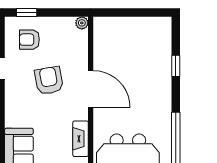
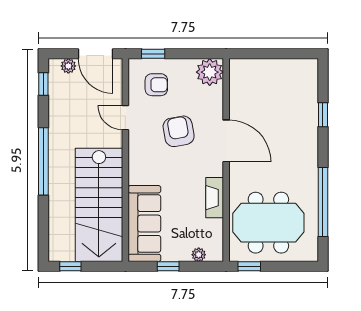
plant: (82, 23) -> (210, 72), width x1.87, depth x1.87
armchair: (29, 40) -> (156, 85), turned 180

